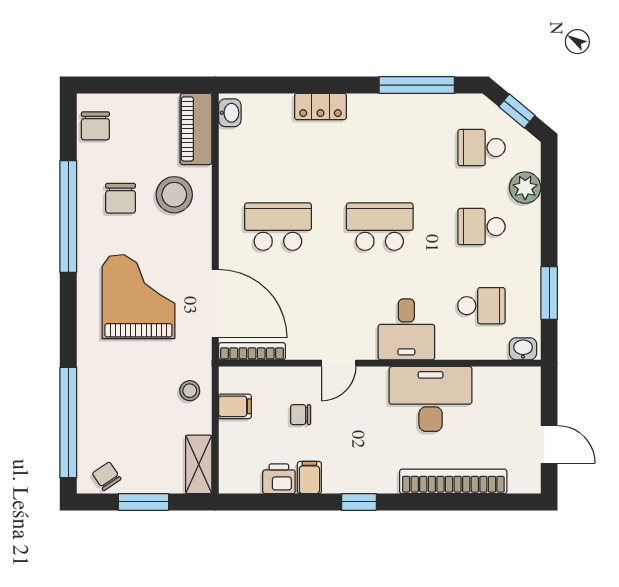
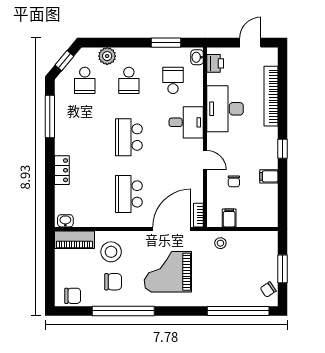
bookcase: (252, 351) -> (198, 215), width x0.64
shelving: (199, 464) -> (261, 238), removed
printer: (279, 479) -> (215, 63), moved, turned 180

